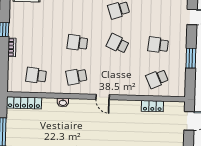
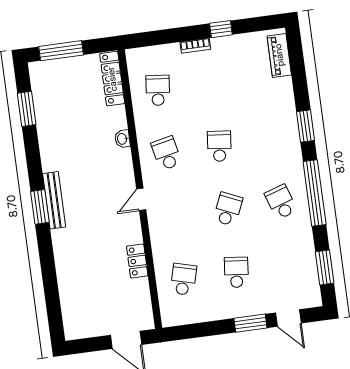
window: (191, 58) -> (250, 323), moved
school desk: (157, 79) -> (183, 279), turned 39
locker: (152, 106) -> (137, 261), moved

